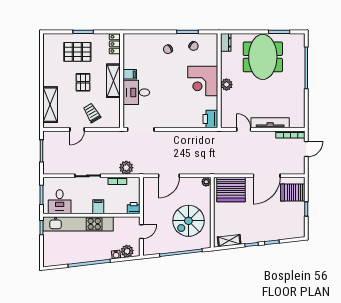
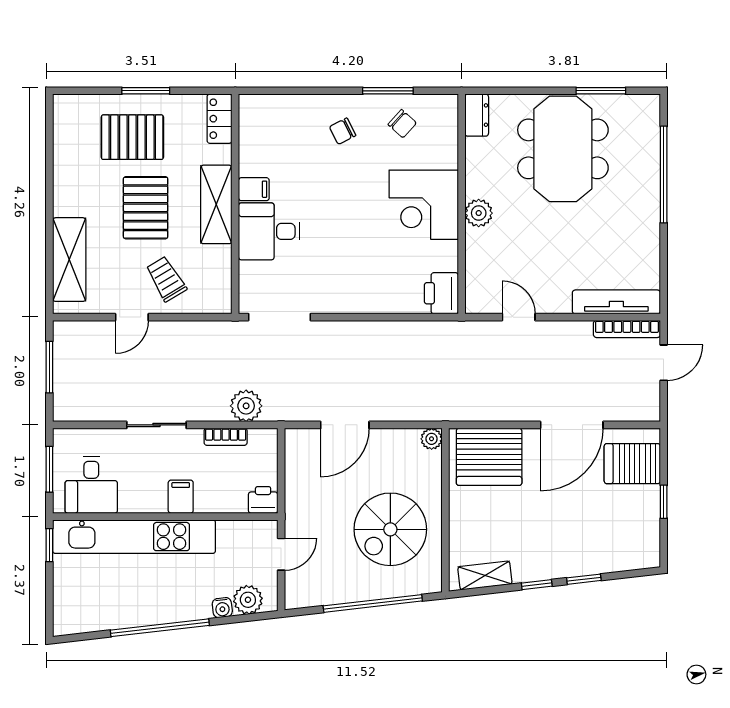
pallet: (83, 82) -> (146, 208), width x1.50, depth x1.42
tv unit: (270, 123) -> (616, 302), moved

